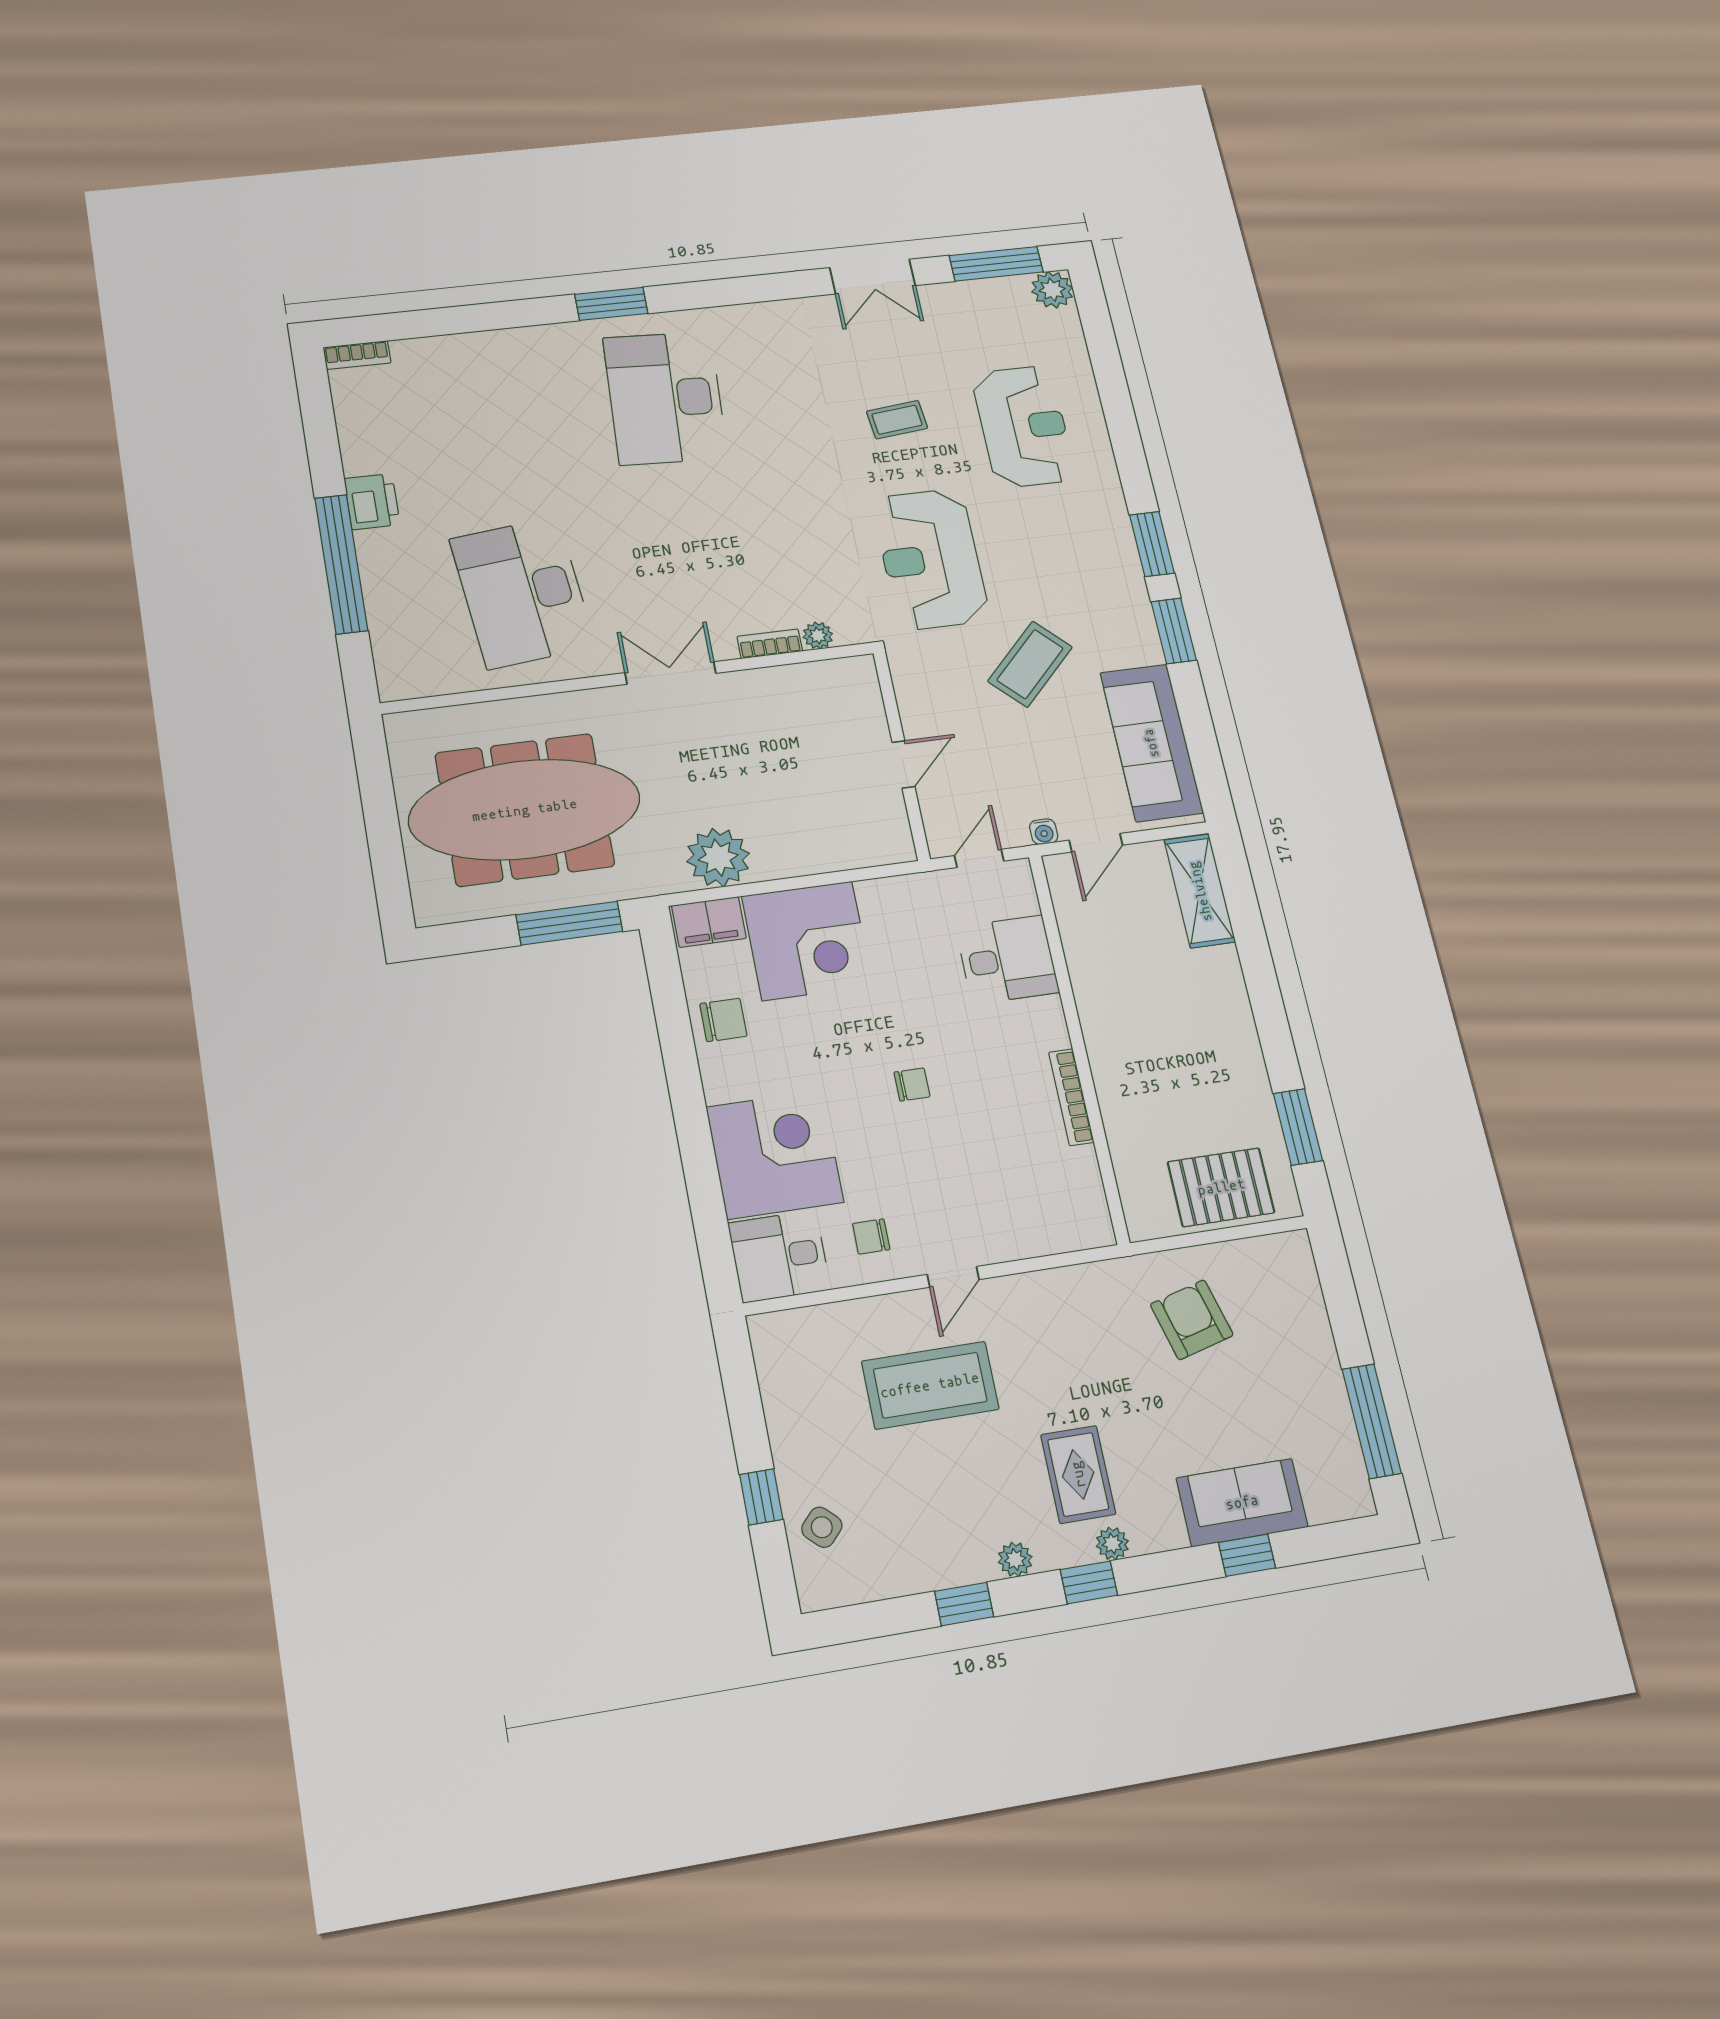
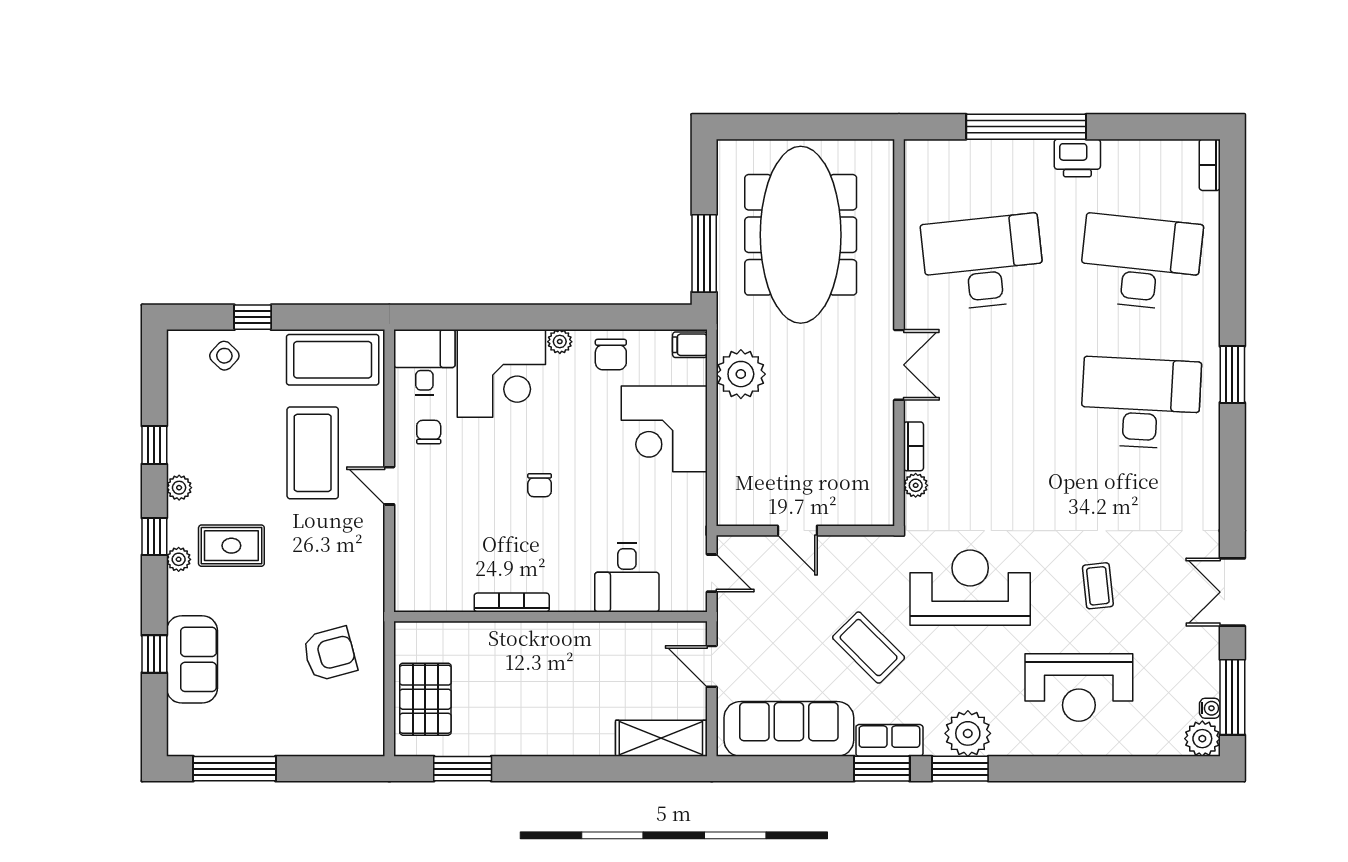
desk: (491, 417) -> (1141, 262), added
plant: (1108, 541) -> (968, 733), added
row of seats: (1137, 627) -> (889, 740), added
water cooler: (1044, 832) -> (1210, 708), moved, turned 180
filing cabinet: (709, 922) -> (690, 345), width x0.50
plant: (718, 1086) -> (560, 342), added
coffee table: (799, 1379) -> (333, 360), added

